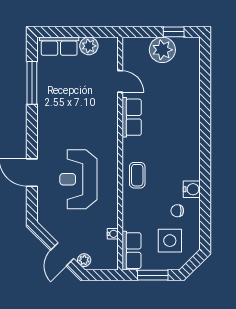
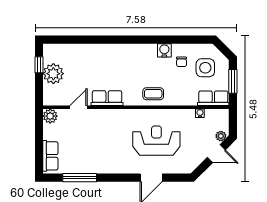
plant: (89, 46) -> (50, 116), moved
reception desk: (78, 179) -> (156, 141), turned 180

